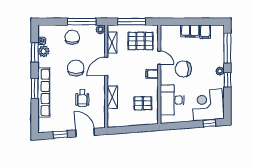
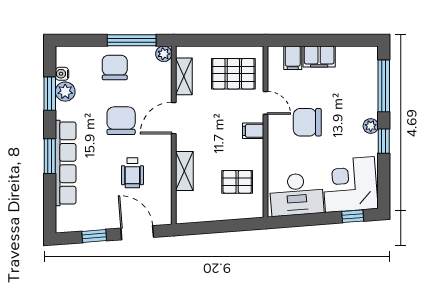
window: (132, 22) -> (218, 40), removed
filing cabinet: (205, 32) -> (293, 58), moved
desk: (172, 100) -> (297, 194), moved, turned -94

